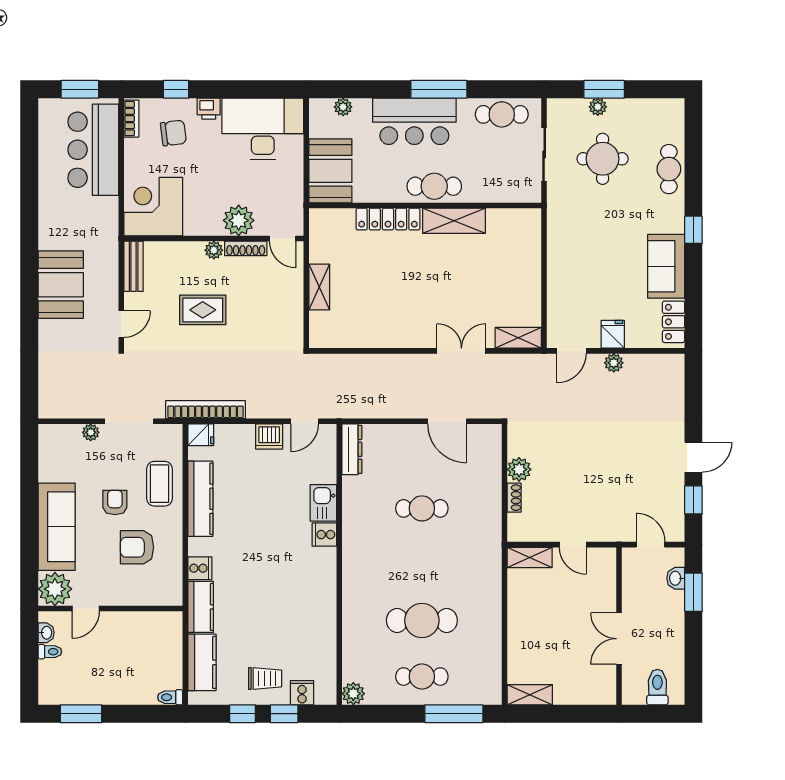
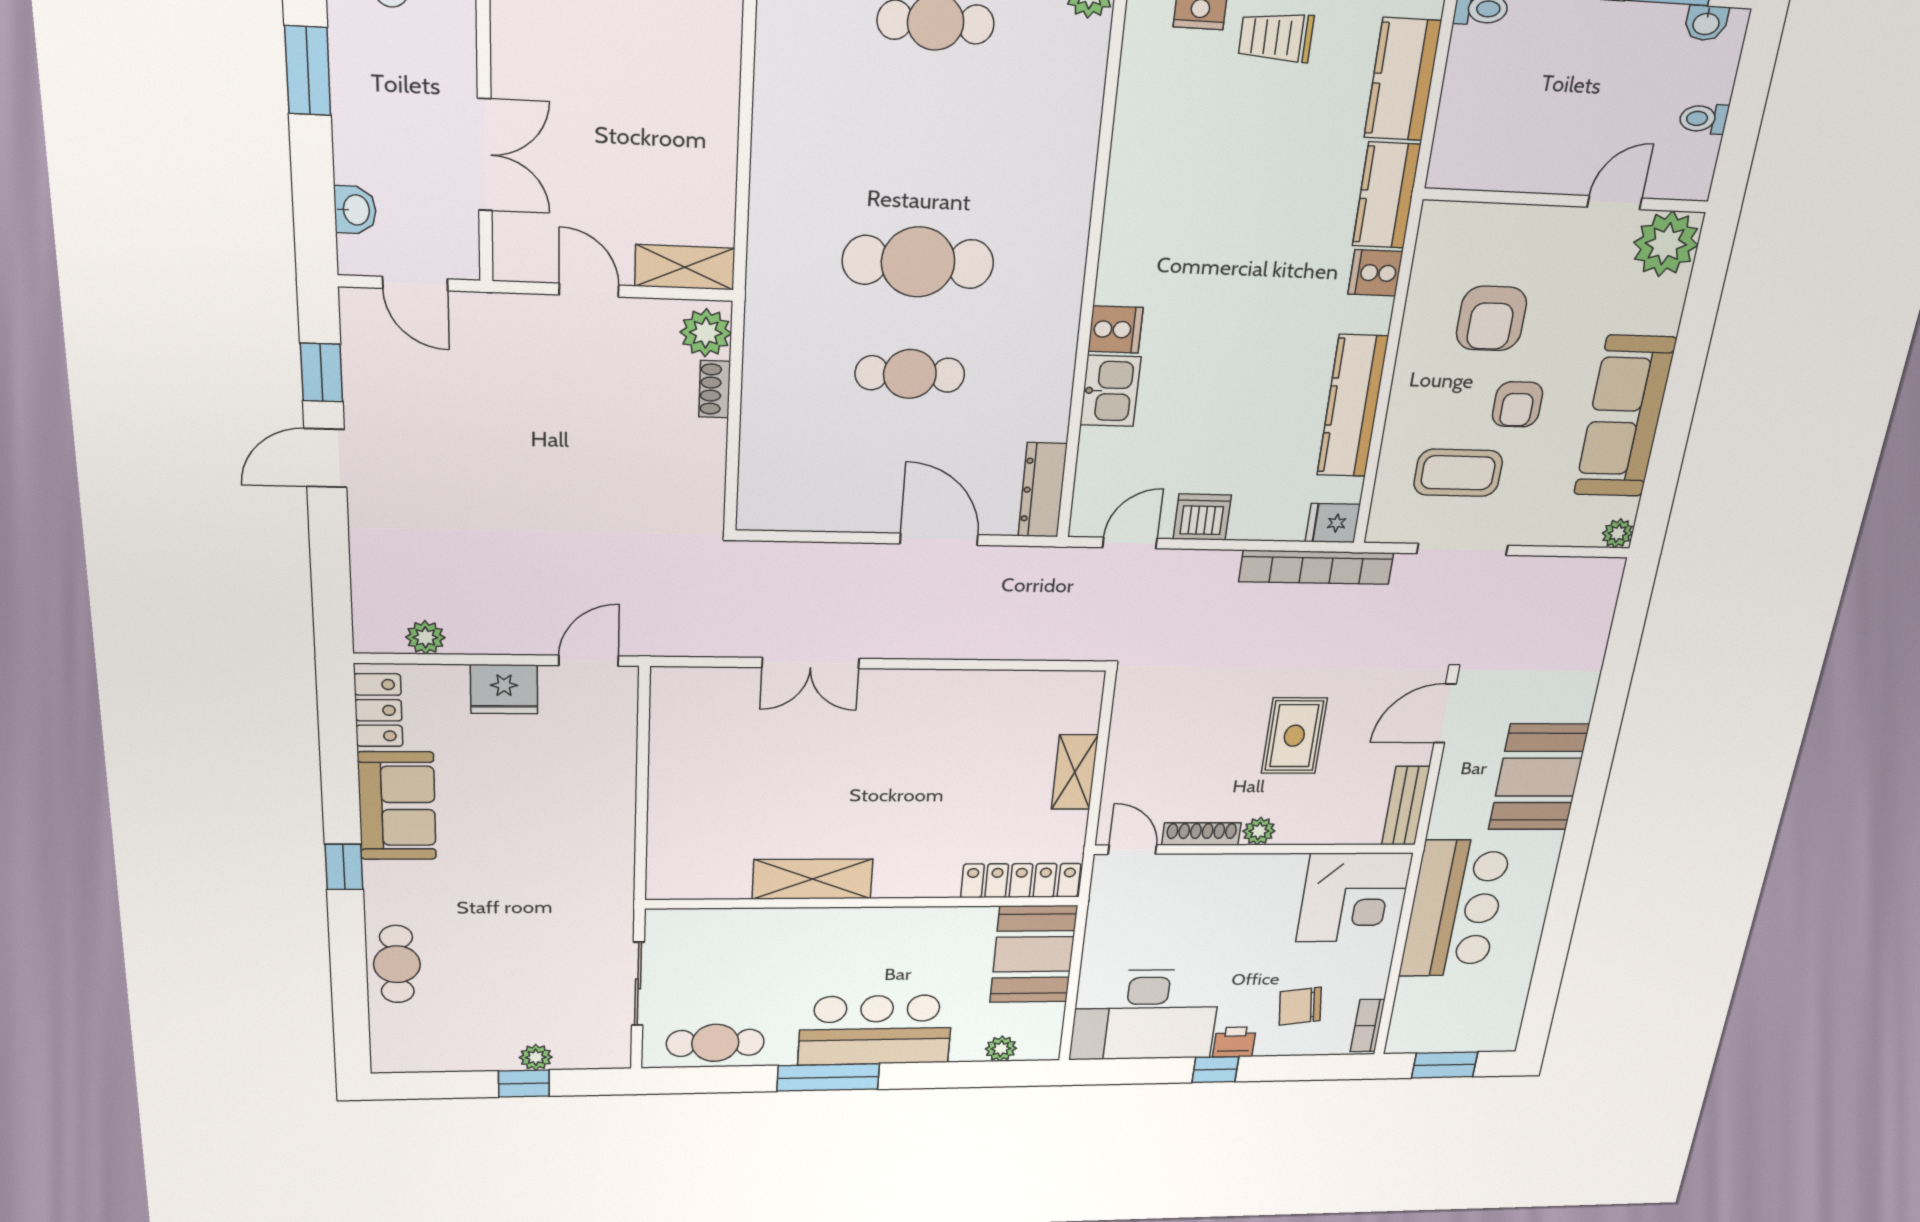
window: (176, 89) -> (1215, 1070), moved
window: (604, 89) -> (524, 1084), width x0.67
bar counter: (93, 150) -> (1455, 909), moved
round table: (603, 159) -> (526, 979), removed
cafe table: (434, 186) -> (846, 933), removed
locker: (388, 219) -> (1021, 881), moved
plant: (239, 220) -> (1208, 877), removed
rug: (203, 310) -> (1294, 736), turned 90
door: (121, 324) -> (1445, 713), width x1.38
fridge: (613, 334) -> (504, 689), width x1.38
shelving: (518, 338) -> (696, 685), removed
plant: (614, 363) -> (425, 637), moved
door: (447, 421) -> (939, 539), moved
plant: (91, 432) -> (1618, 533), moved
plant: (519, 469) -> (706, 333), moved
coffee table: (160, 484) -> (1458, 473), moved, turned 90
sofa: (57, 527) -> (1625, 417), moved
armchair: (137, 547) -> (1491, 318), turned 90
window: (693, 592) -> (308, 71), moved
cafe table: (422, 620) -> (918, 262), moved
washbasin: (46, 633) -> (1706, 23), moved, turned -90
double door: (619, 639) -> (485, 155), moved

